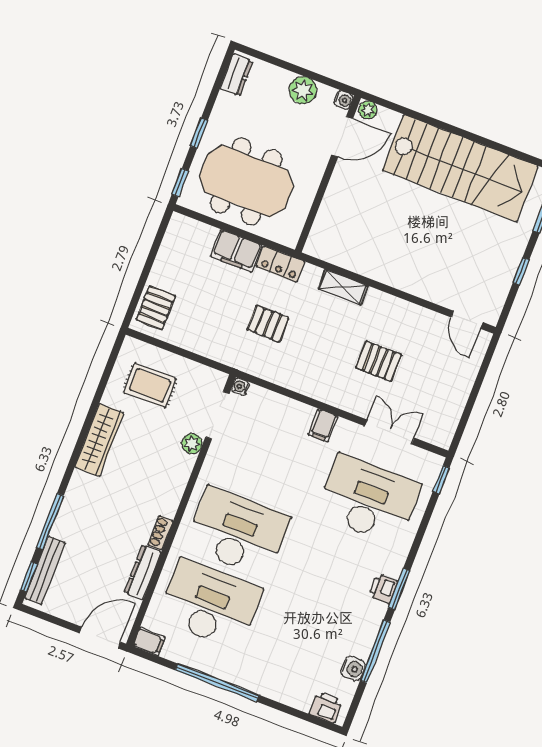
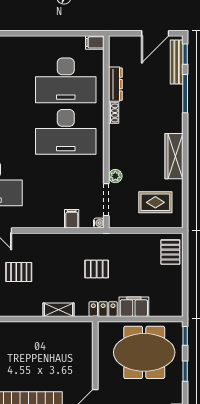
filing cabinet: (323, 425) -> (72, 219), moved
door: (100, 638) -> (155, 33), moved
window: (217, 683) -> (42, 33), removed

